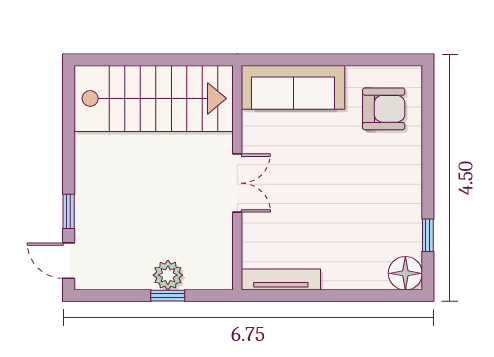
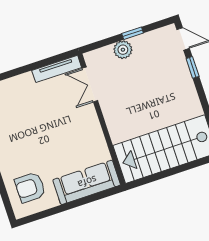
double door: (237, 183) -> (90, 84), moved
window: (168, 296) -> (133, 33), moved

